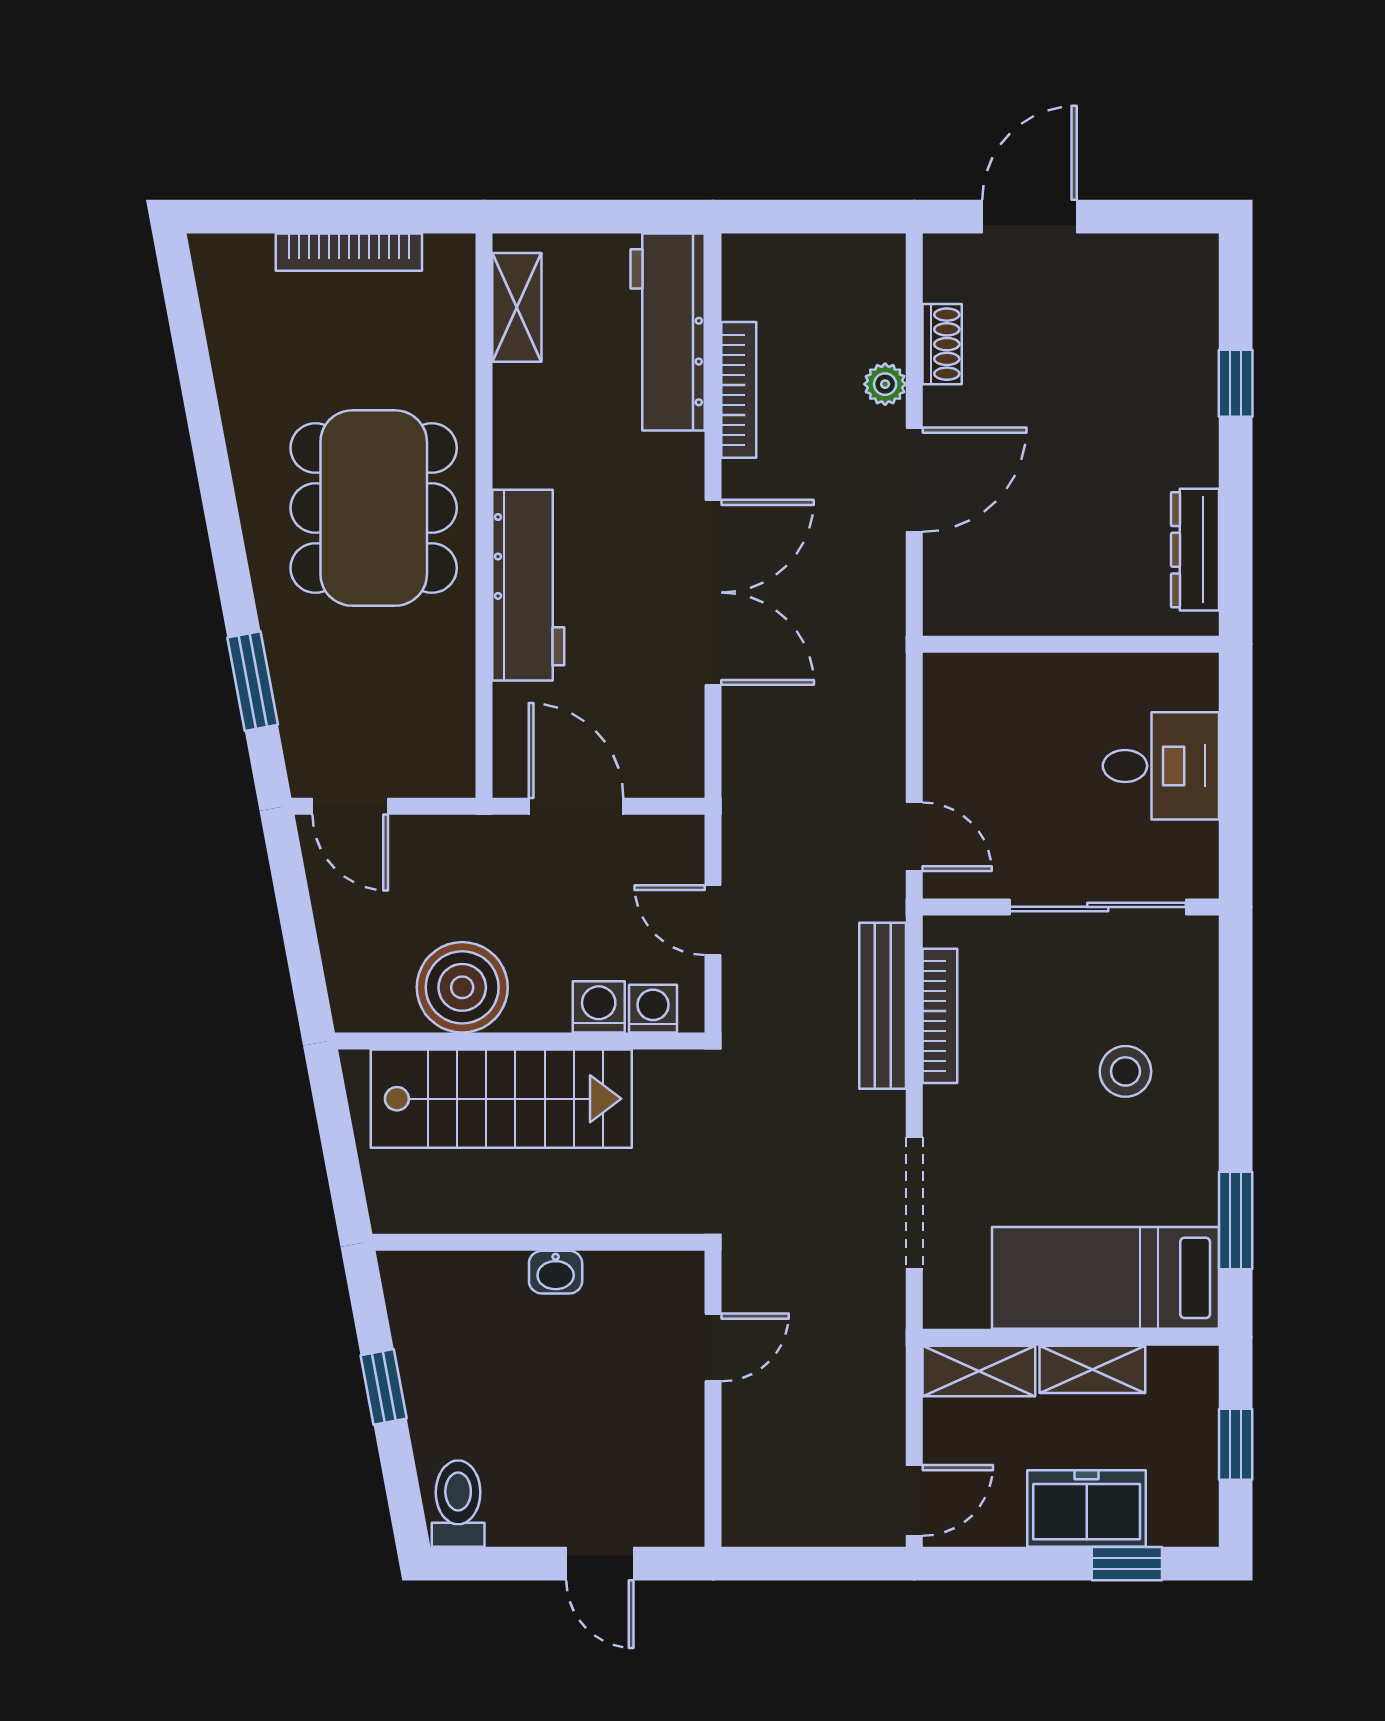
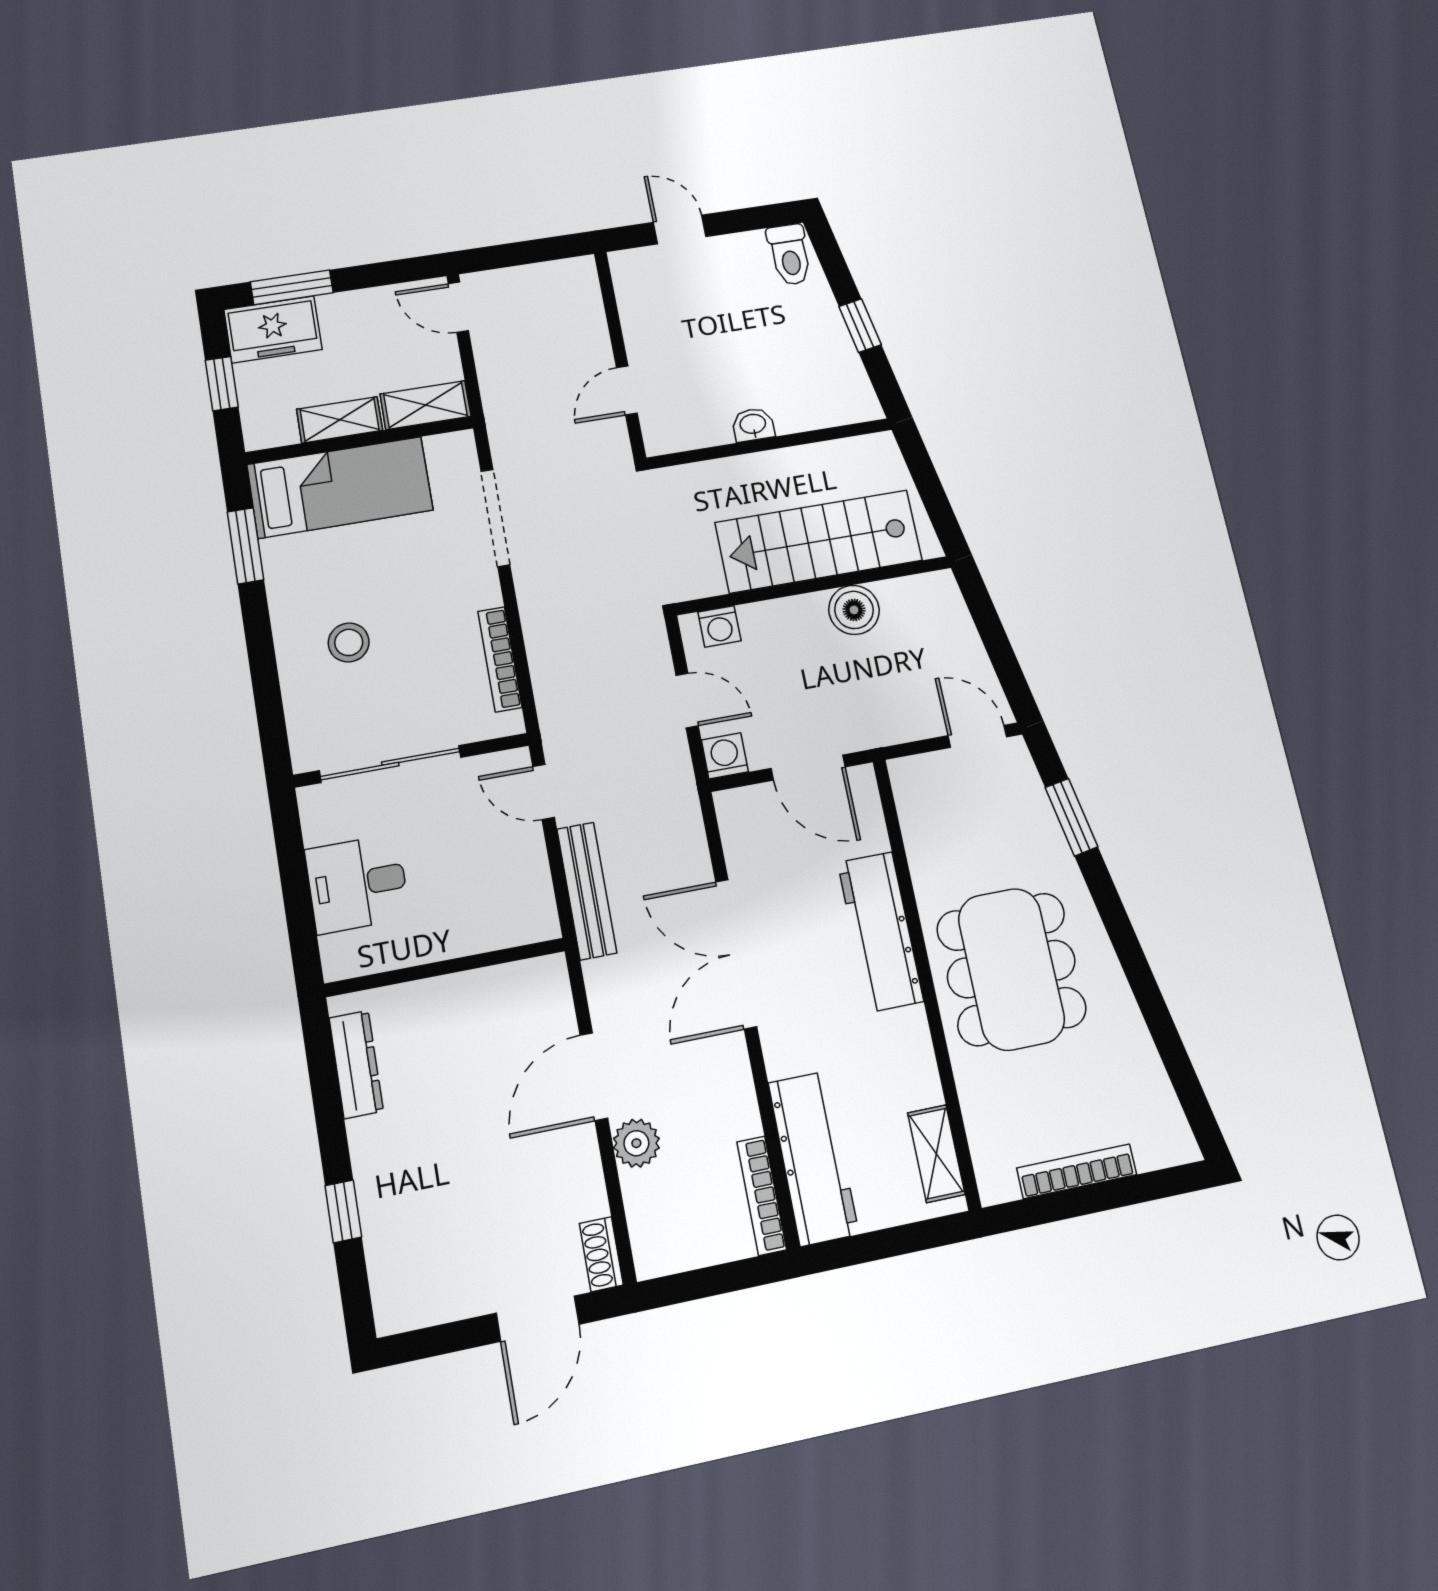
shoe rack: (942, 344) -> (601, 1254), moved
plant: (885, 384) -> (636, 1143), width x1.38, depth x1.38
bookcase: (739, 390) -> (762, 1196), moved
boiler: (462, 987) -> (854, 610), width x0.73, depth x0.73
bench: (883, 1006) -> (587, 891), moved
washing machine: (599, 1007) -> (725, 756), moved, turned 180
door: (914, 1500) -> (458, 307), hinge flipped
freezer: (1087, 1509) -> (273, 329), moved
window: (1127, 1564) -> (292, 287), width x1.50

